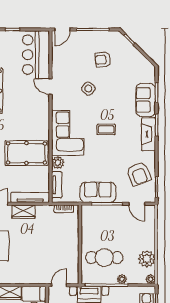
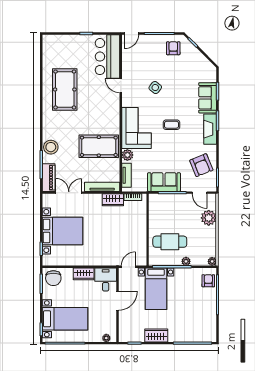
armchair: (103, 60) -> (173, 48), moved, turned 95
wardrobe: (23, 212) -> (113, 200), moved
plant: (147, 259) -> (209, 218), moved

